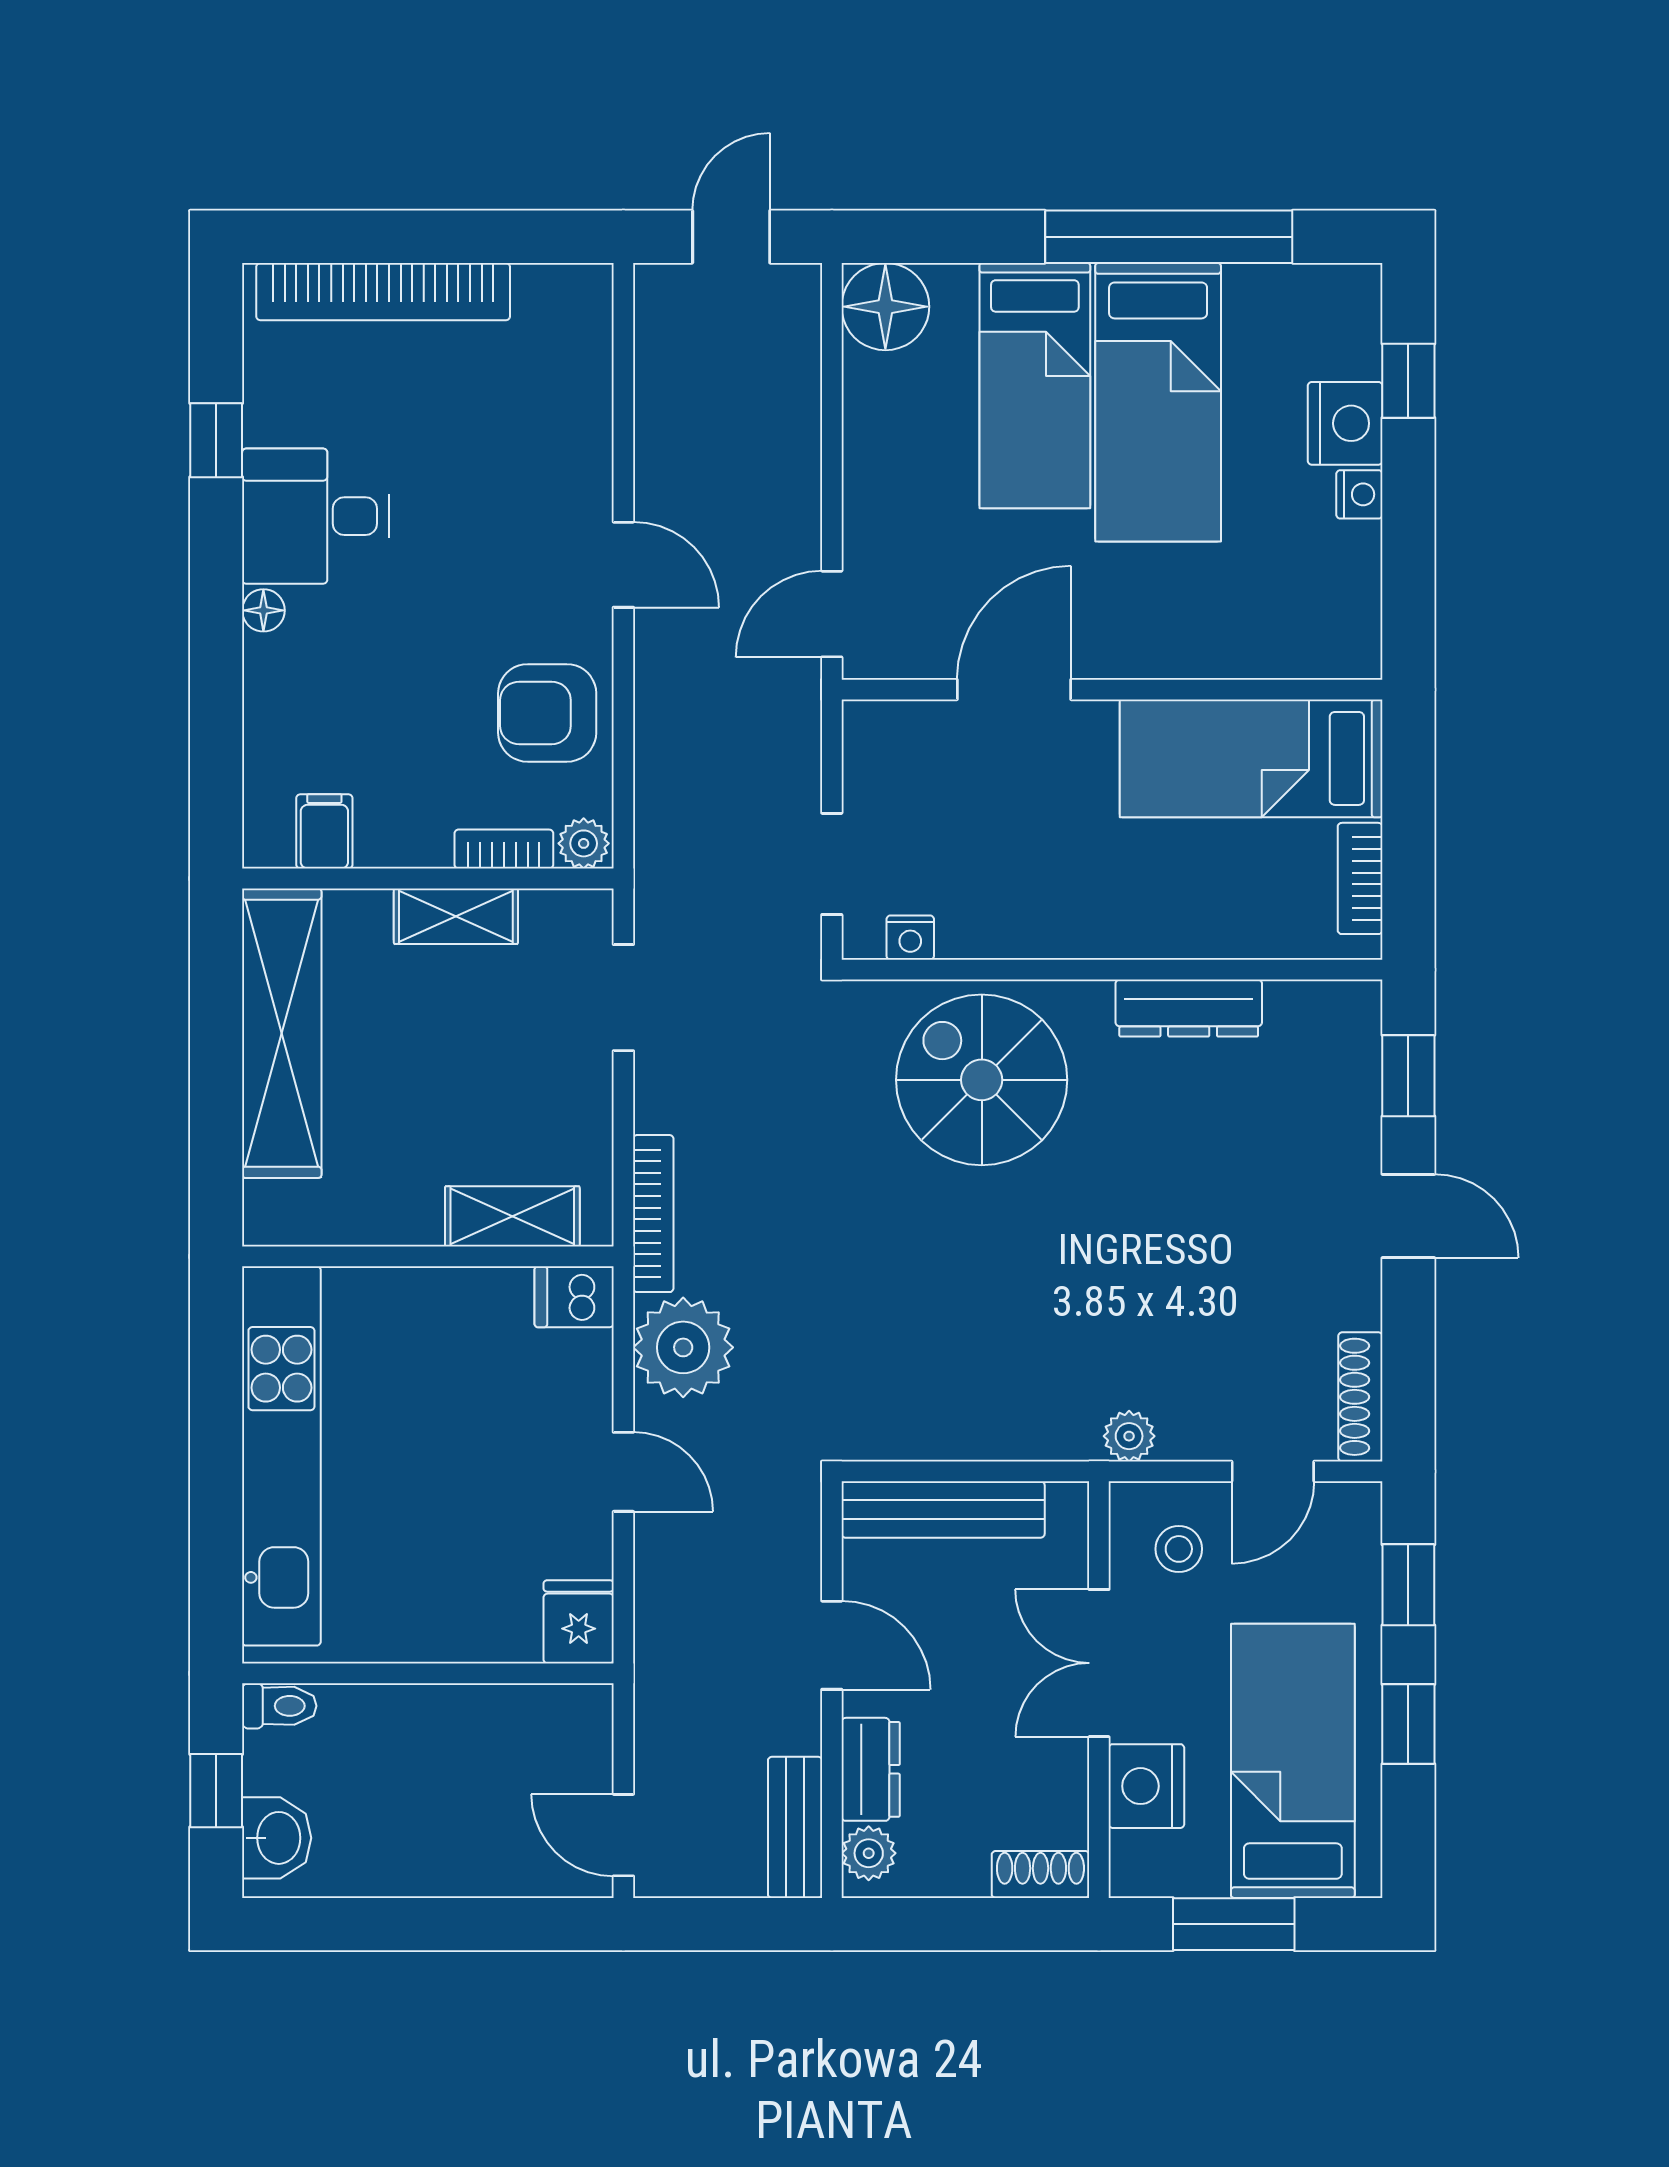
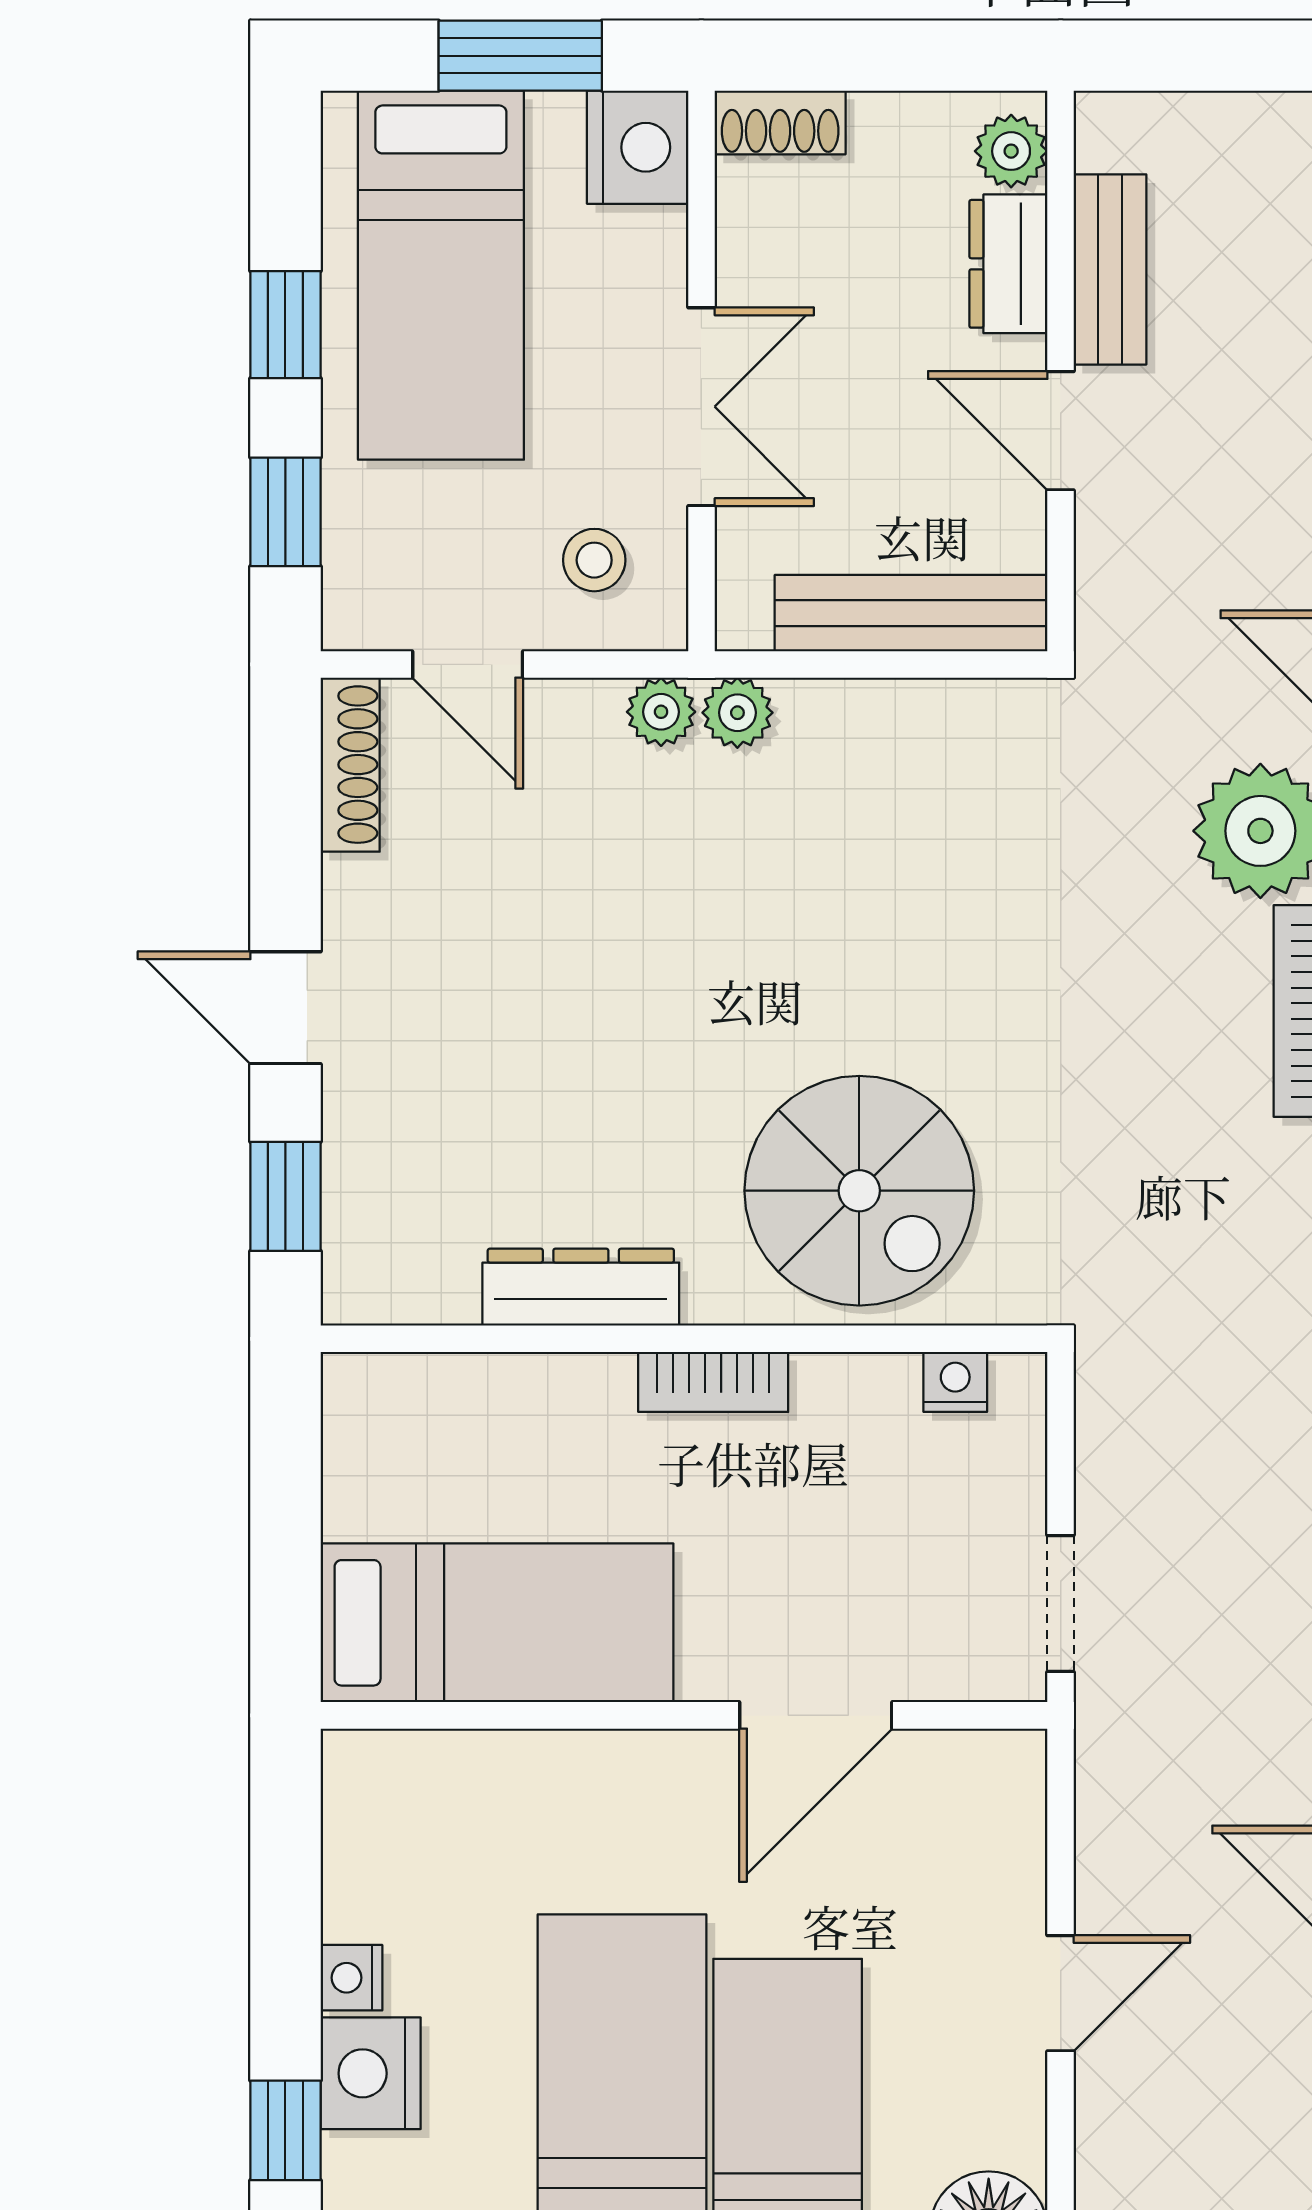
door: (832, 614) -> (1061, 1993), moved
doorway: (832, 864) -> (1061, 1603), moved
bookcase: (1360, 878) -> (713, 1382), moved, turned 90
plant: (1072, 1435) -> (737, 713), added
door: (1273, 1471) -> (468, 664), swing flipped
nightstand: (1146, 1786) -> (638, 147), moved
bench: (795, 1827) -> (1110, 269), moved

